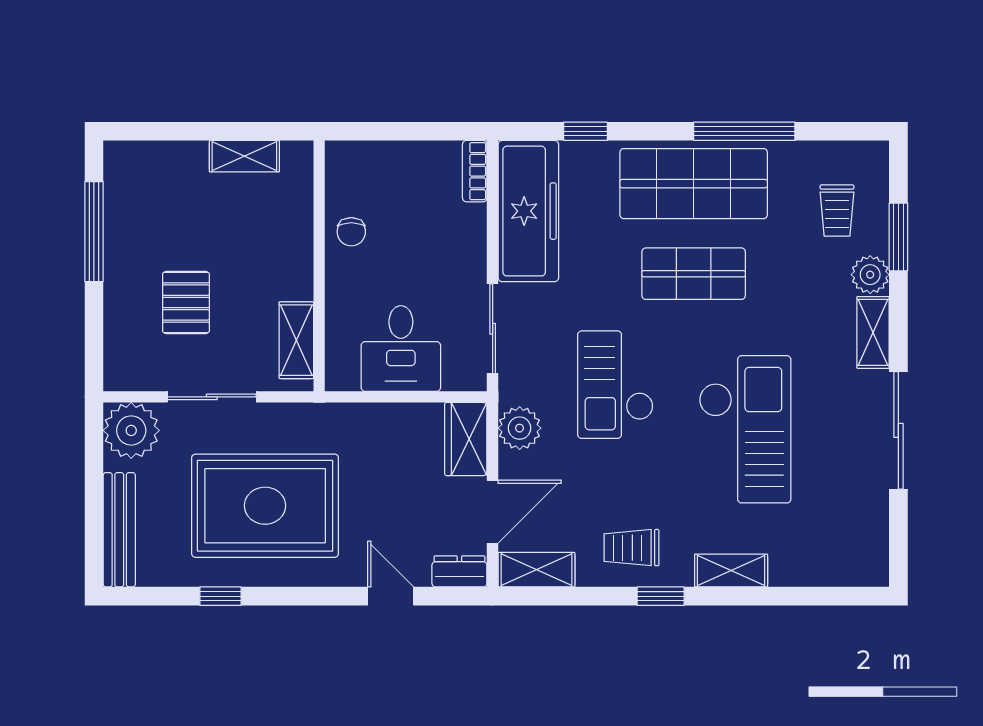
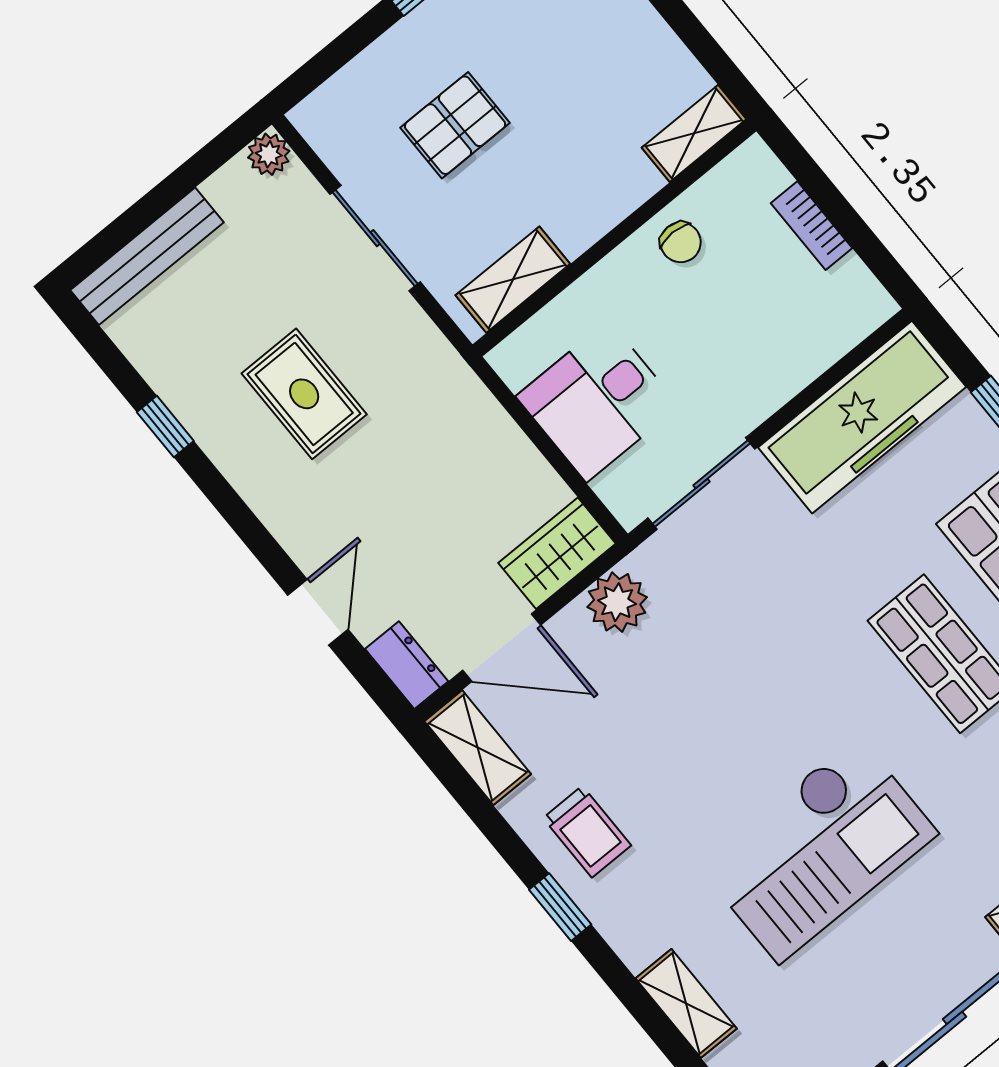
shelving: (244, 156) -> (694, 133), moved, turned 90
bookcase: (475, 171) -> (811, 226), moved, turned -90
chair: (351, 232) -> (681, 242), turned -90
checkout: (615, 385) -> (751, 668), removed
plant: (131, 430) -> (269, 154), width x0.53, depth x0.53
rug: (265, 506) -> (304, 394), width x0.54, depth x0.49
trolley: (632, 548) -> (587, 832), turned 180
shelving: (731, 571) -> (686, 1003), moved

